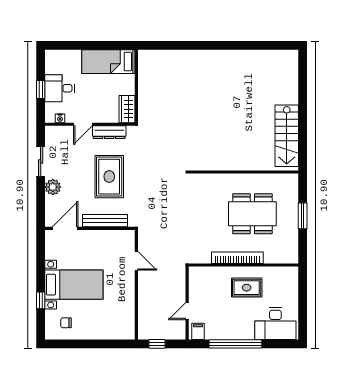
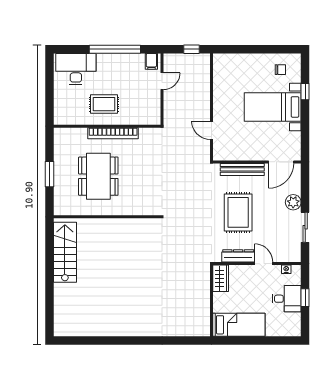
door: (83, 124) -> (264, 264), hinge flipped
dining table: (252, 214) -> (98, 176), turned 90

